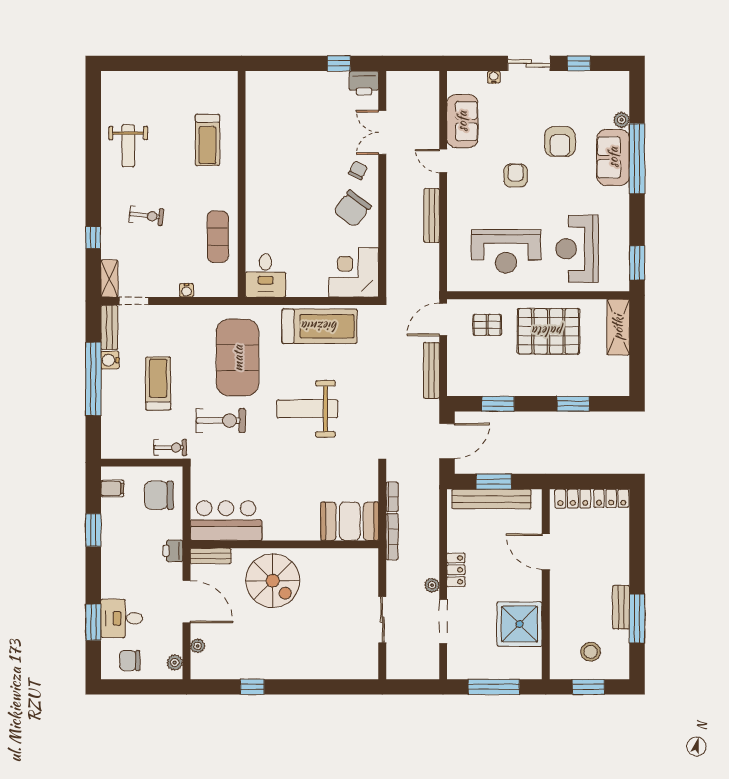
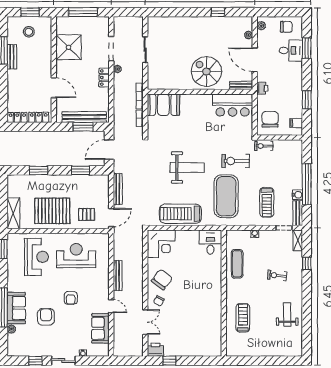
treadmill: (158, 384) -> (267, 202), moved
chair: (159, 495) -> (270, 119), turned -90

